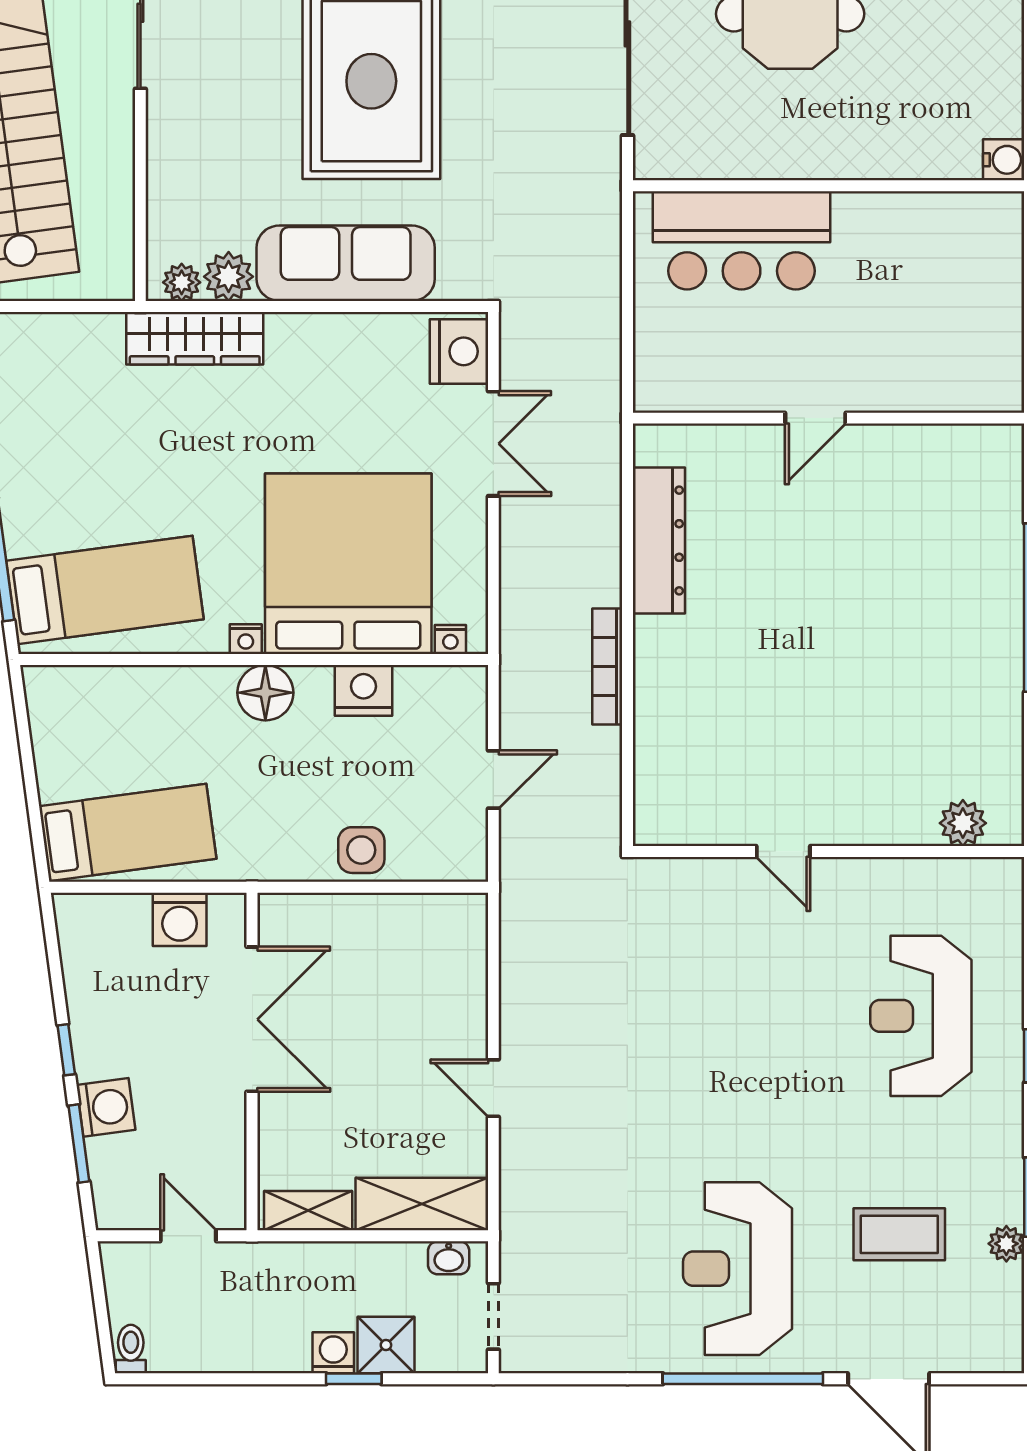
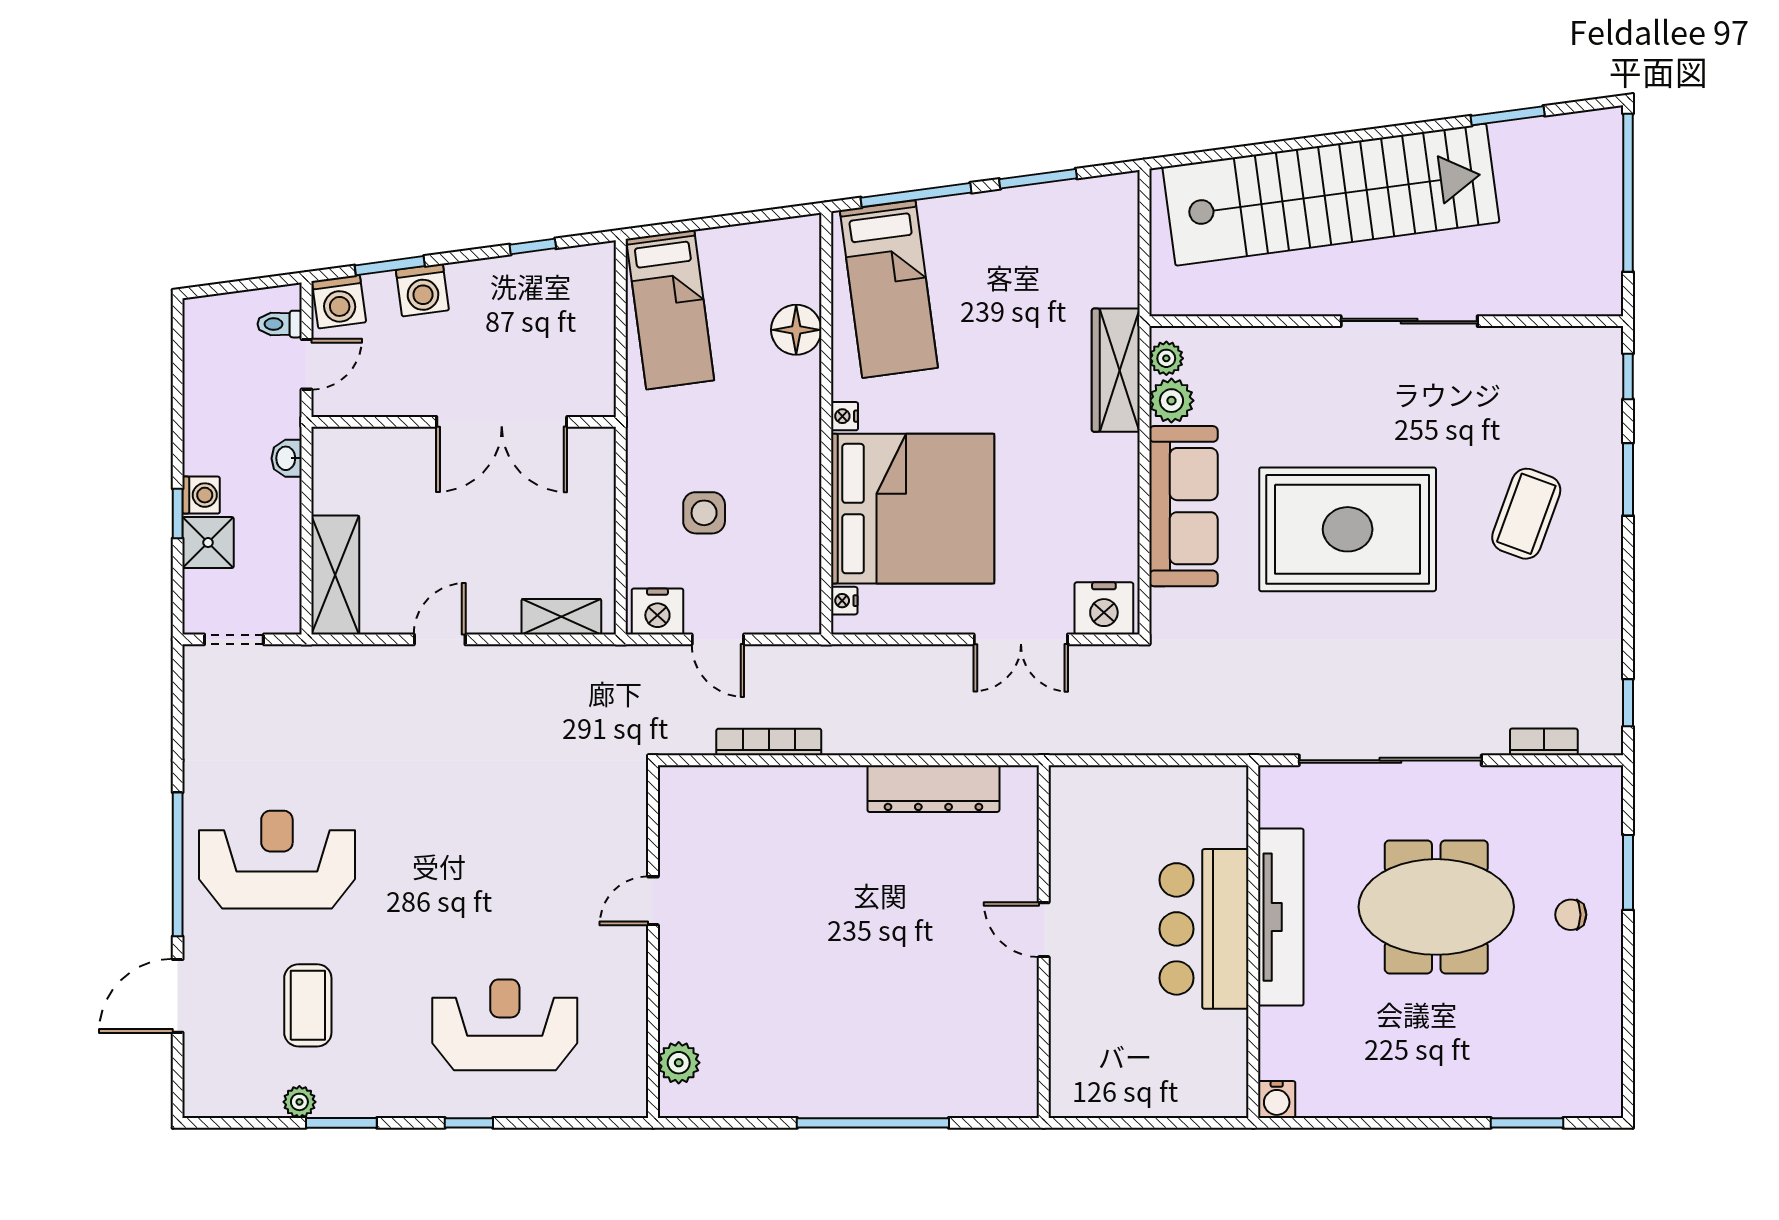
tv unit: (801, 155) -> (1281, 917), added
bar counter: (742, 240) -> (1204, 929), moved
bookcase: (607, 667) -> (769, 742), moved
nightstand: (364, 690) -> (657, 612), moved, turned 90
floor lamp: (265, 693) -> (796, 330), moved
side table: (361, 850) -> (704, 513), moved
washing machine: (180, 919) -> (339, 302), moved, turned -98
window: (66, 1050) -> (533, 246), moved
shelving: (308, 1211) -> (561, 617), moved, turned 90
washbasin: (449, 1258) -> (287, 458), moved
toilet: (131, 1349) -> (280, 324), moved, turned 180

